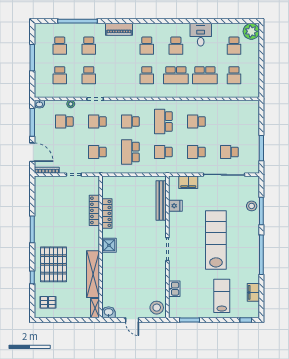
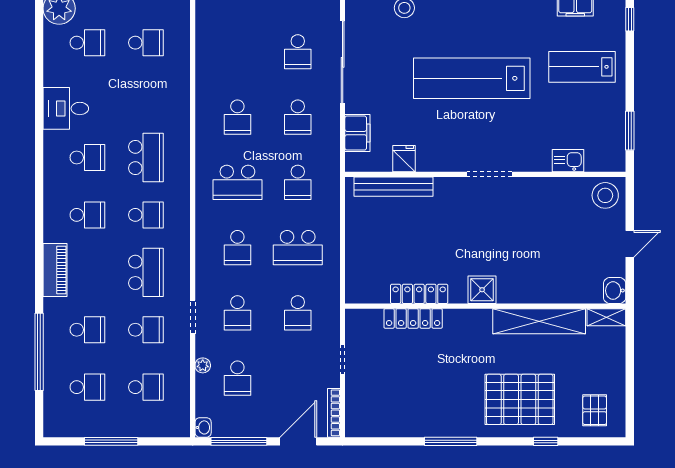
school desk: (205, 75) -> (146, 272), moved

